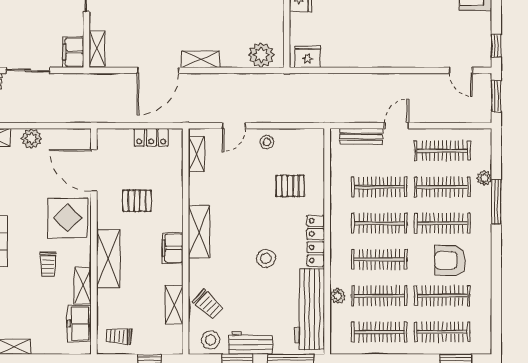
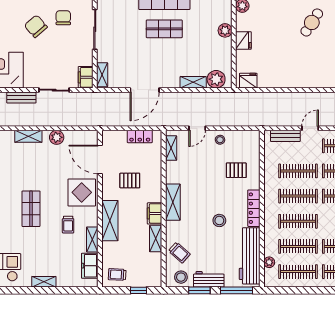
shelving: (201, 59) -> (193, 82), moved
plant: (338, 296) -> (269, 262), moved
shelving: (174, 305) -> (156, 239), moved

